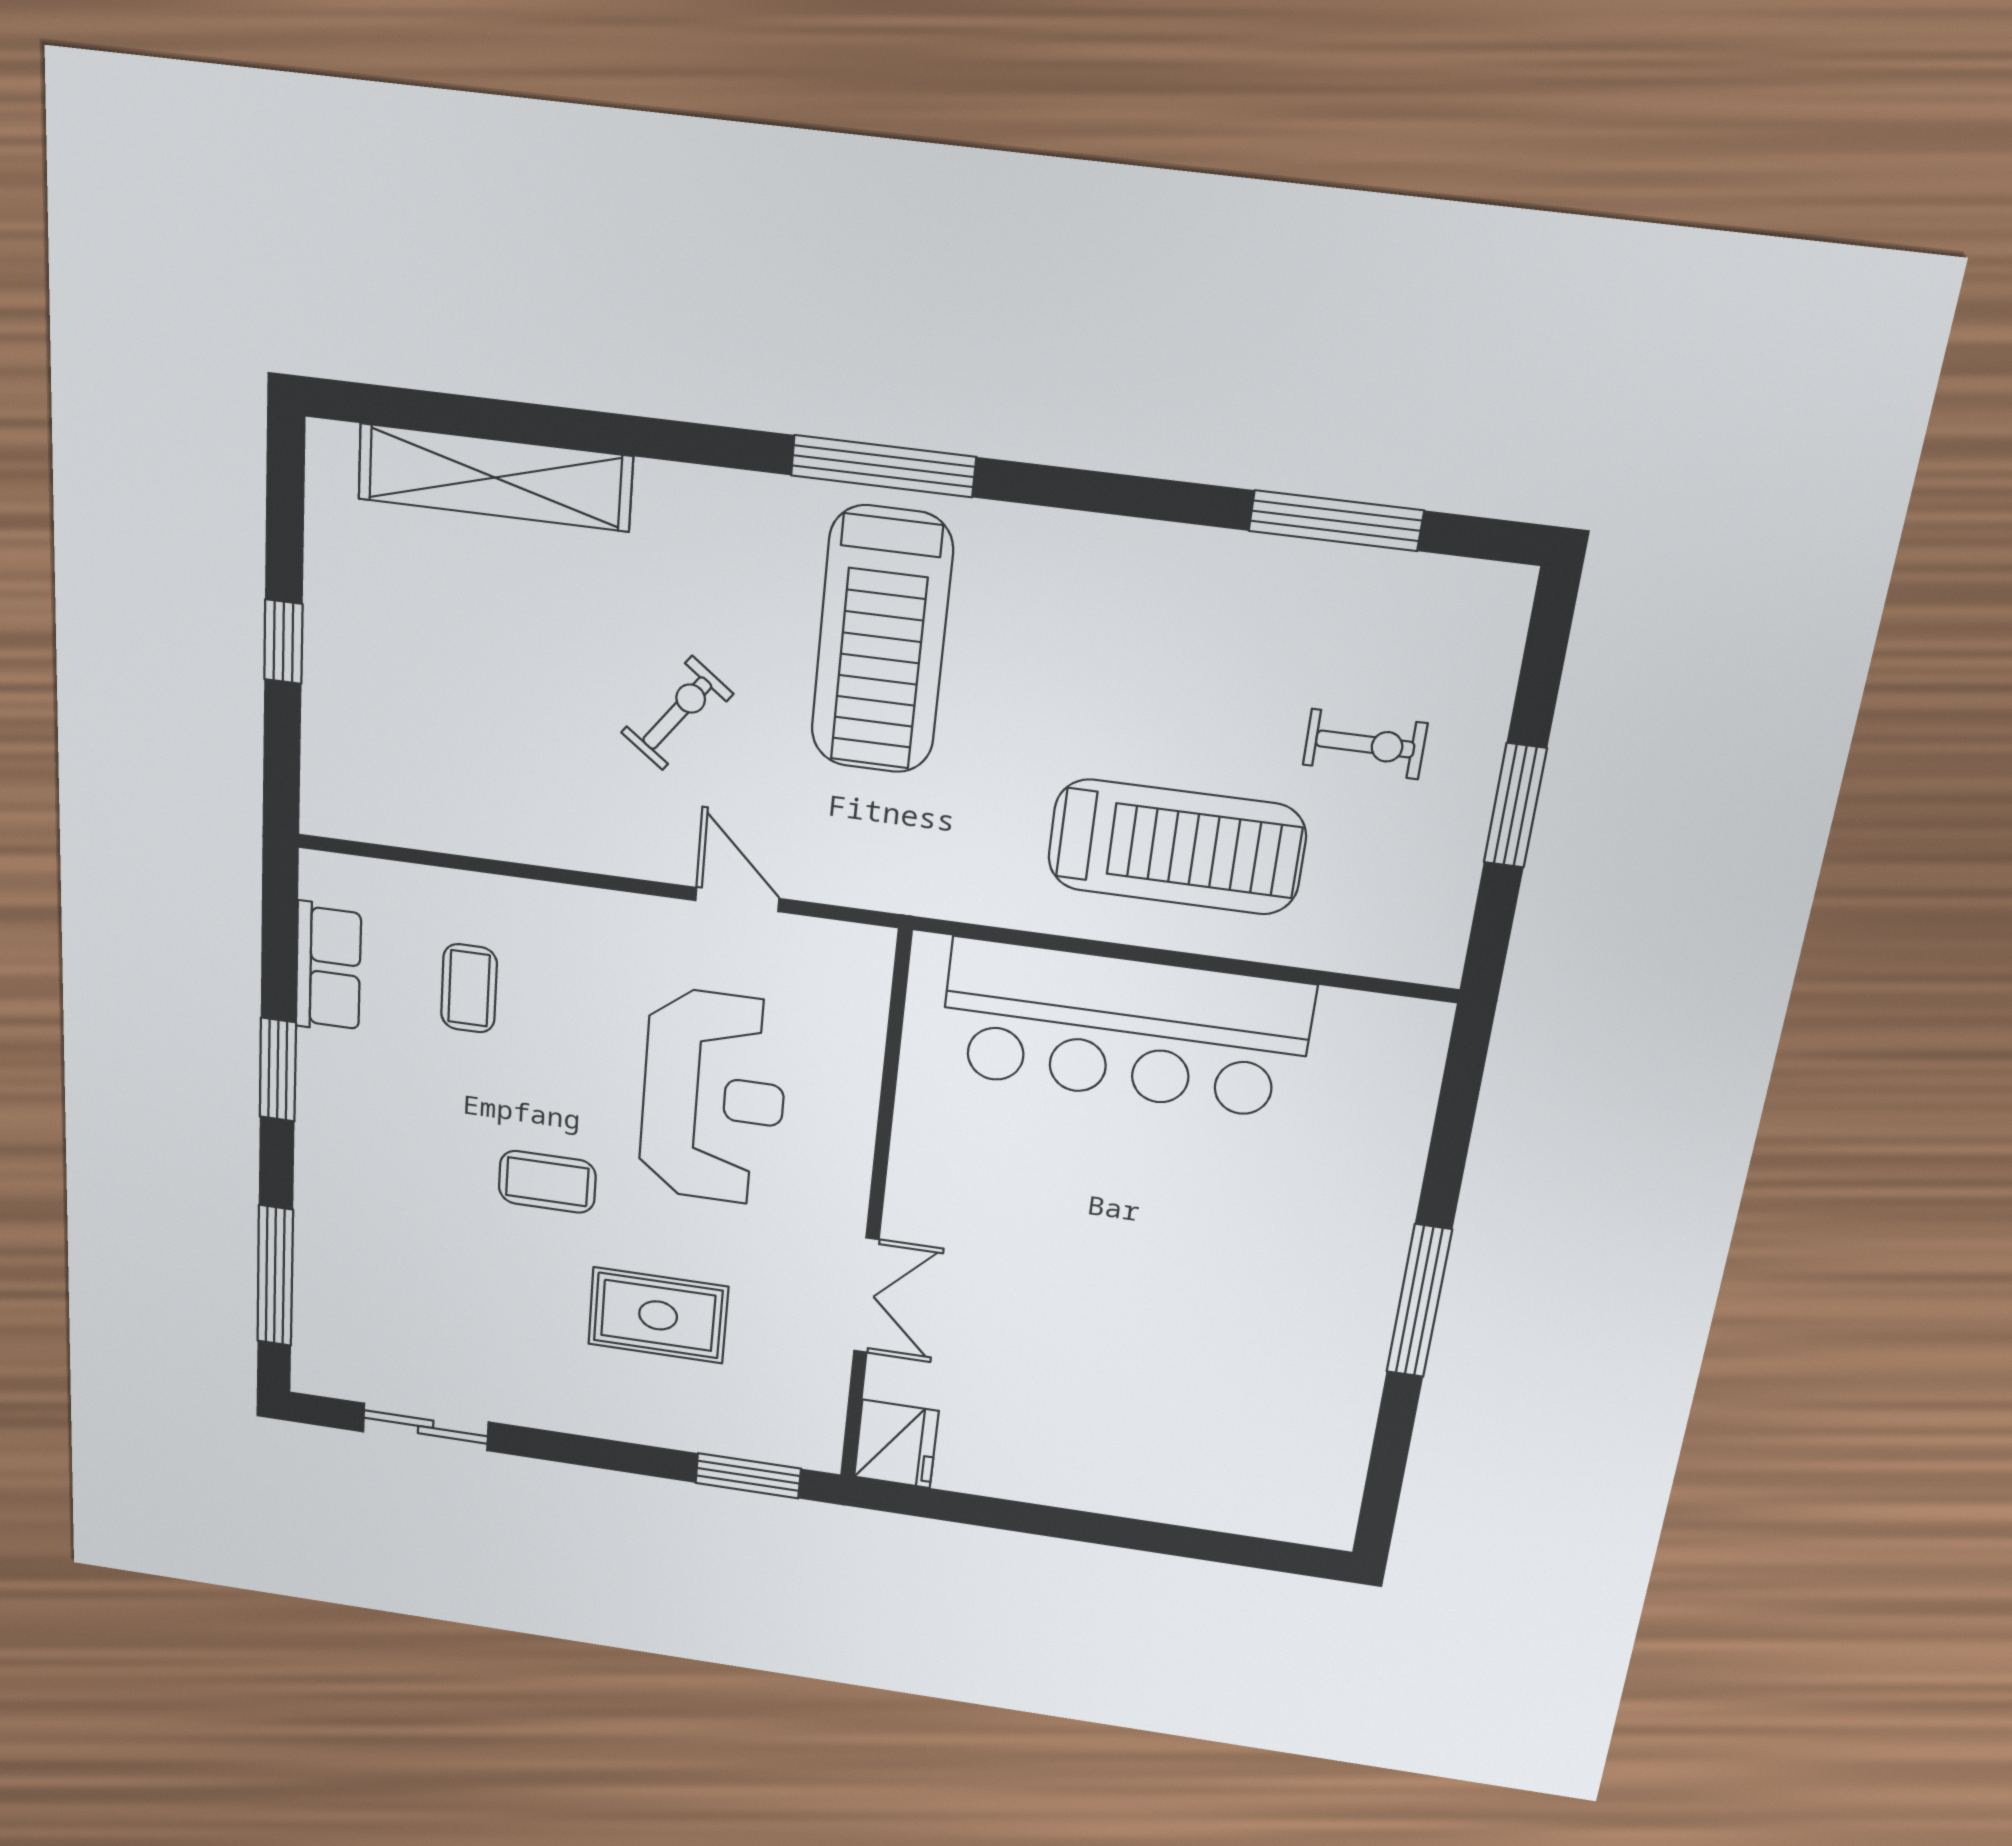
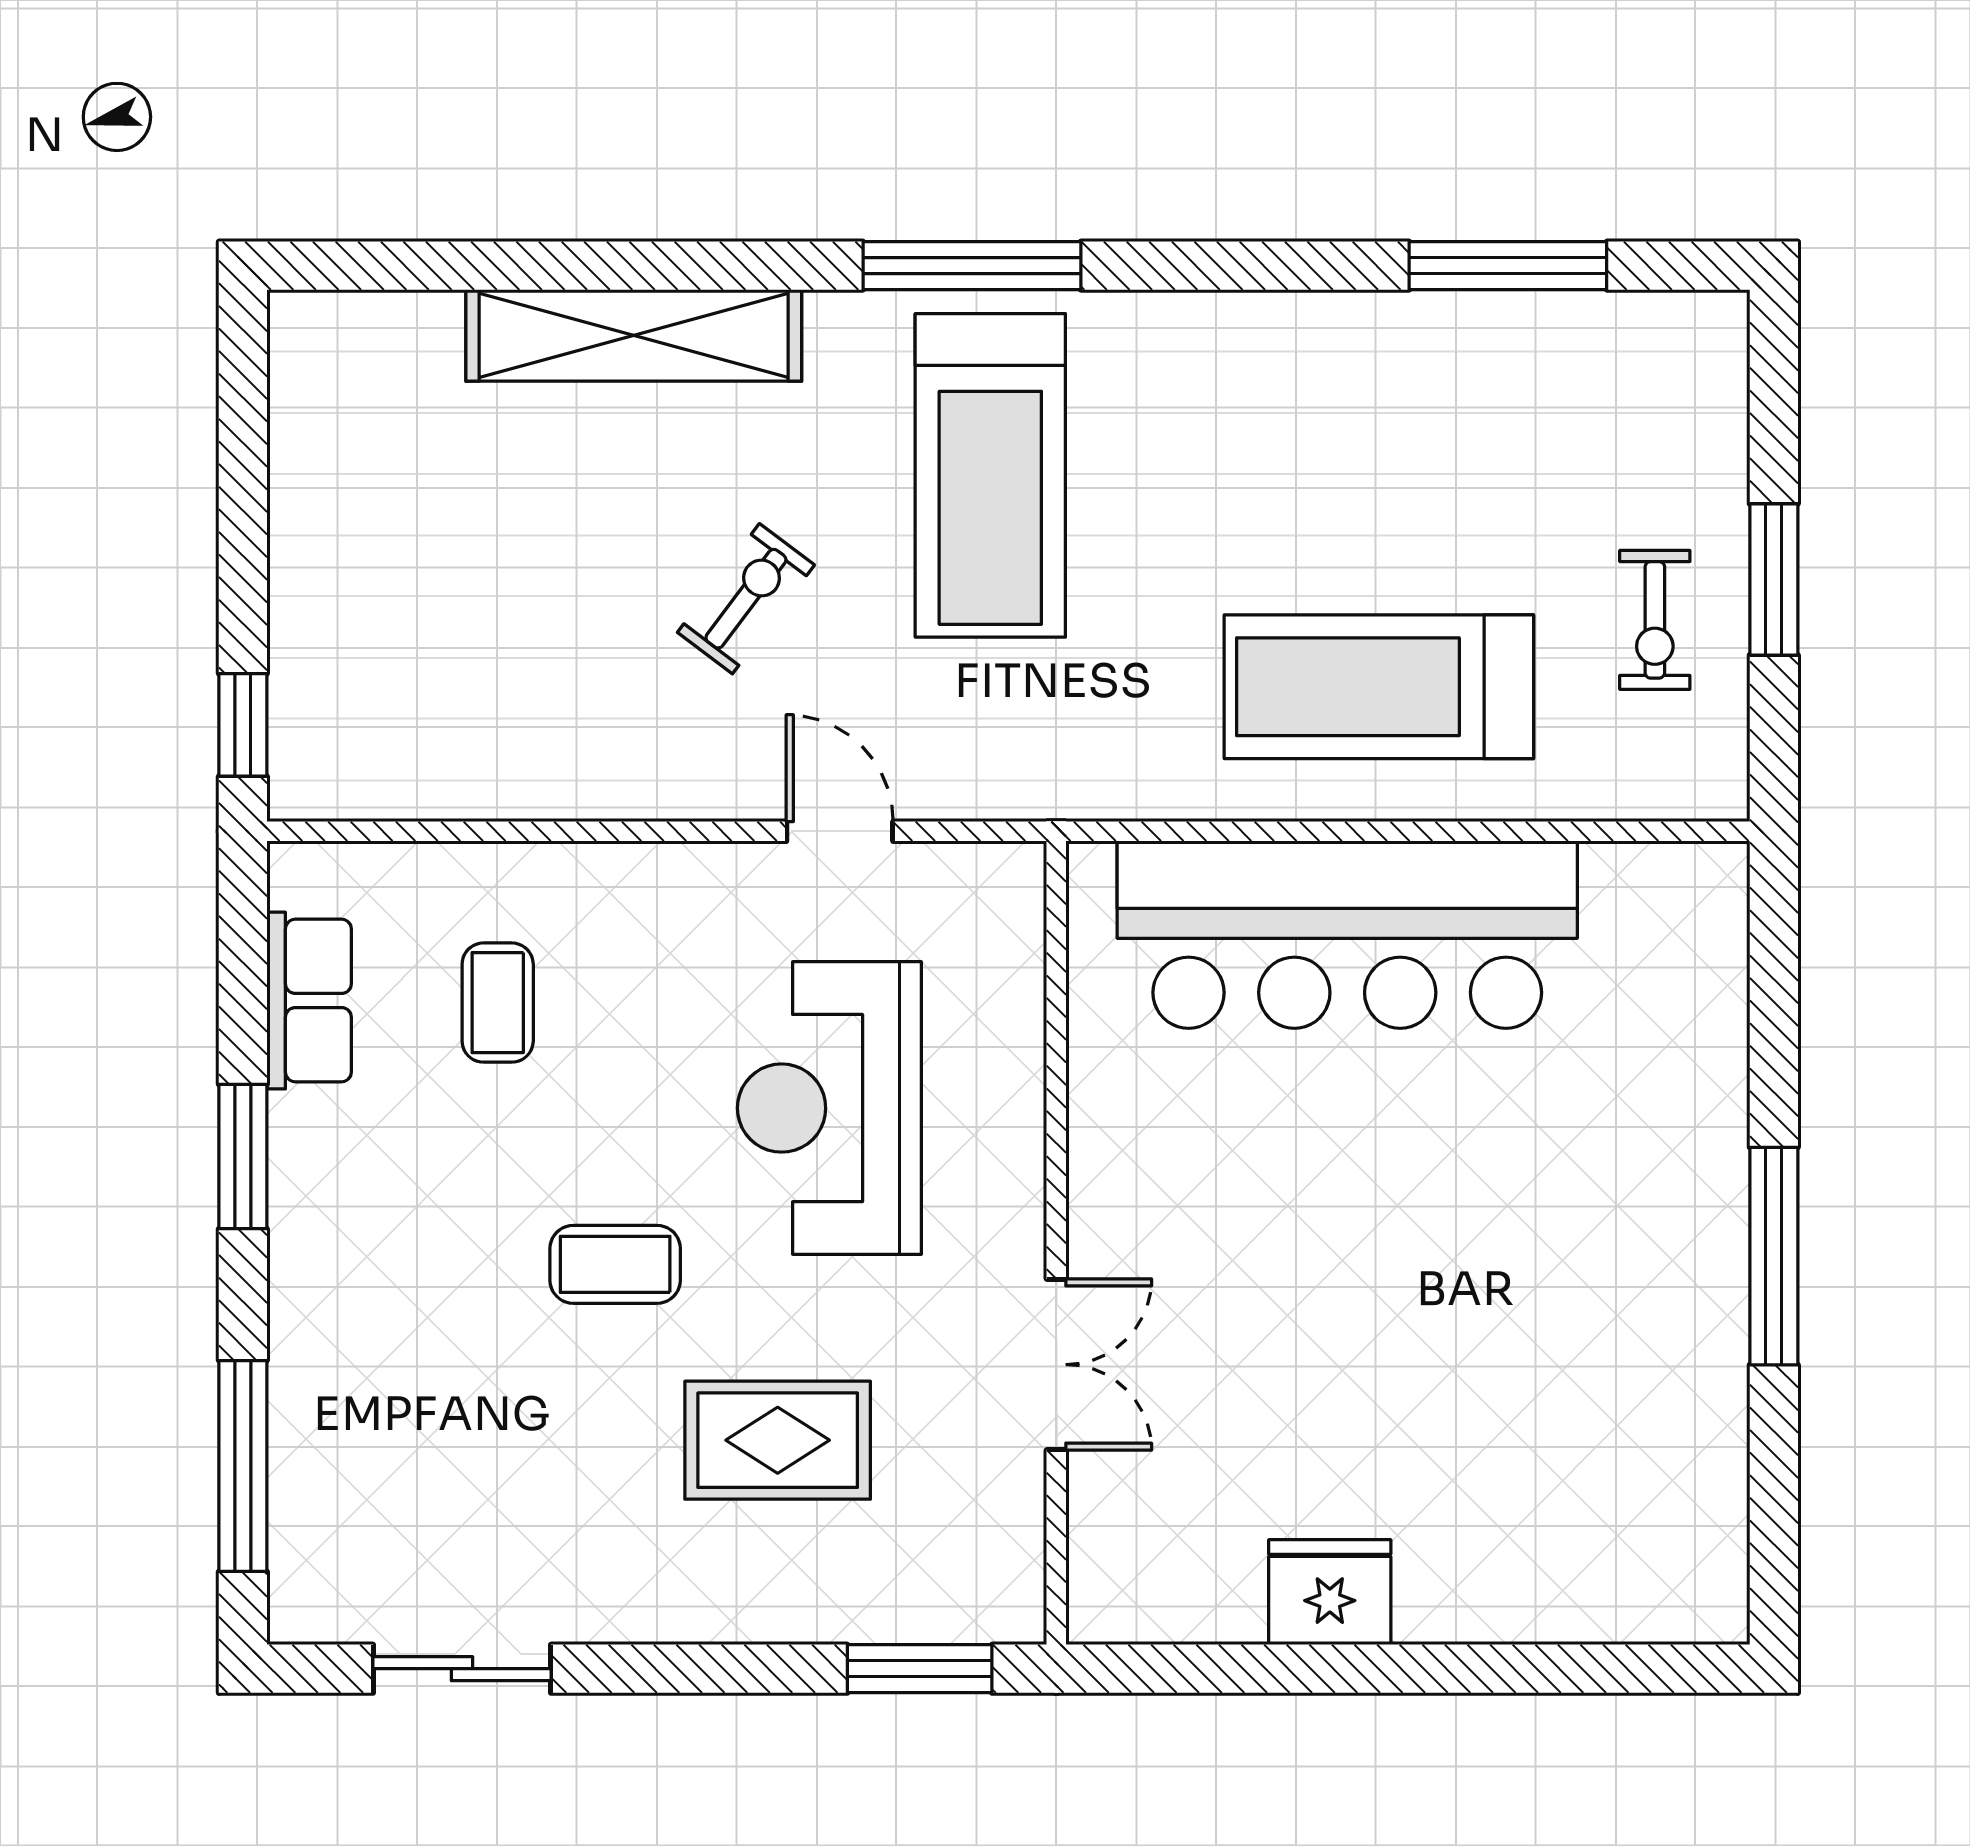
shelving: (495, 478) -> (634, 335), moved
window: (283, 642) -> (243, 725), moved
exercise bike: (1365, 744) -> (1655, 620), moved, turned 90
treadmill: (1177, 847) -> (1379, 687), turned 180
reception desk: (713, 1097) -> (829, 1108), turned 180
fridge: (896, 1444) -> (1330, 1592), moved, turned -90

